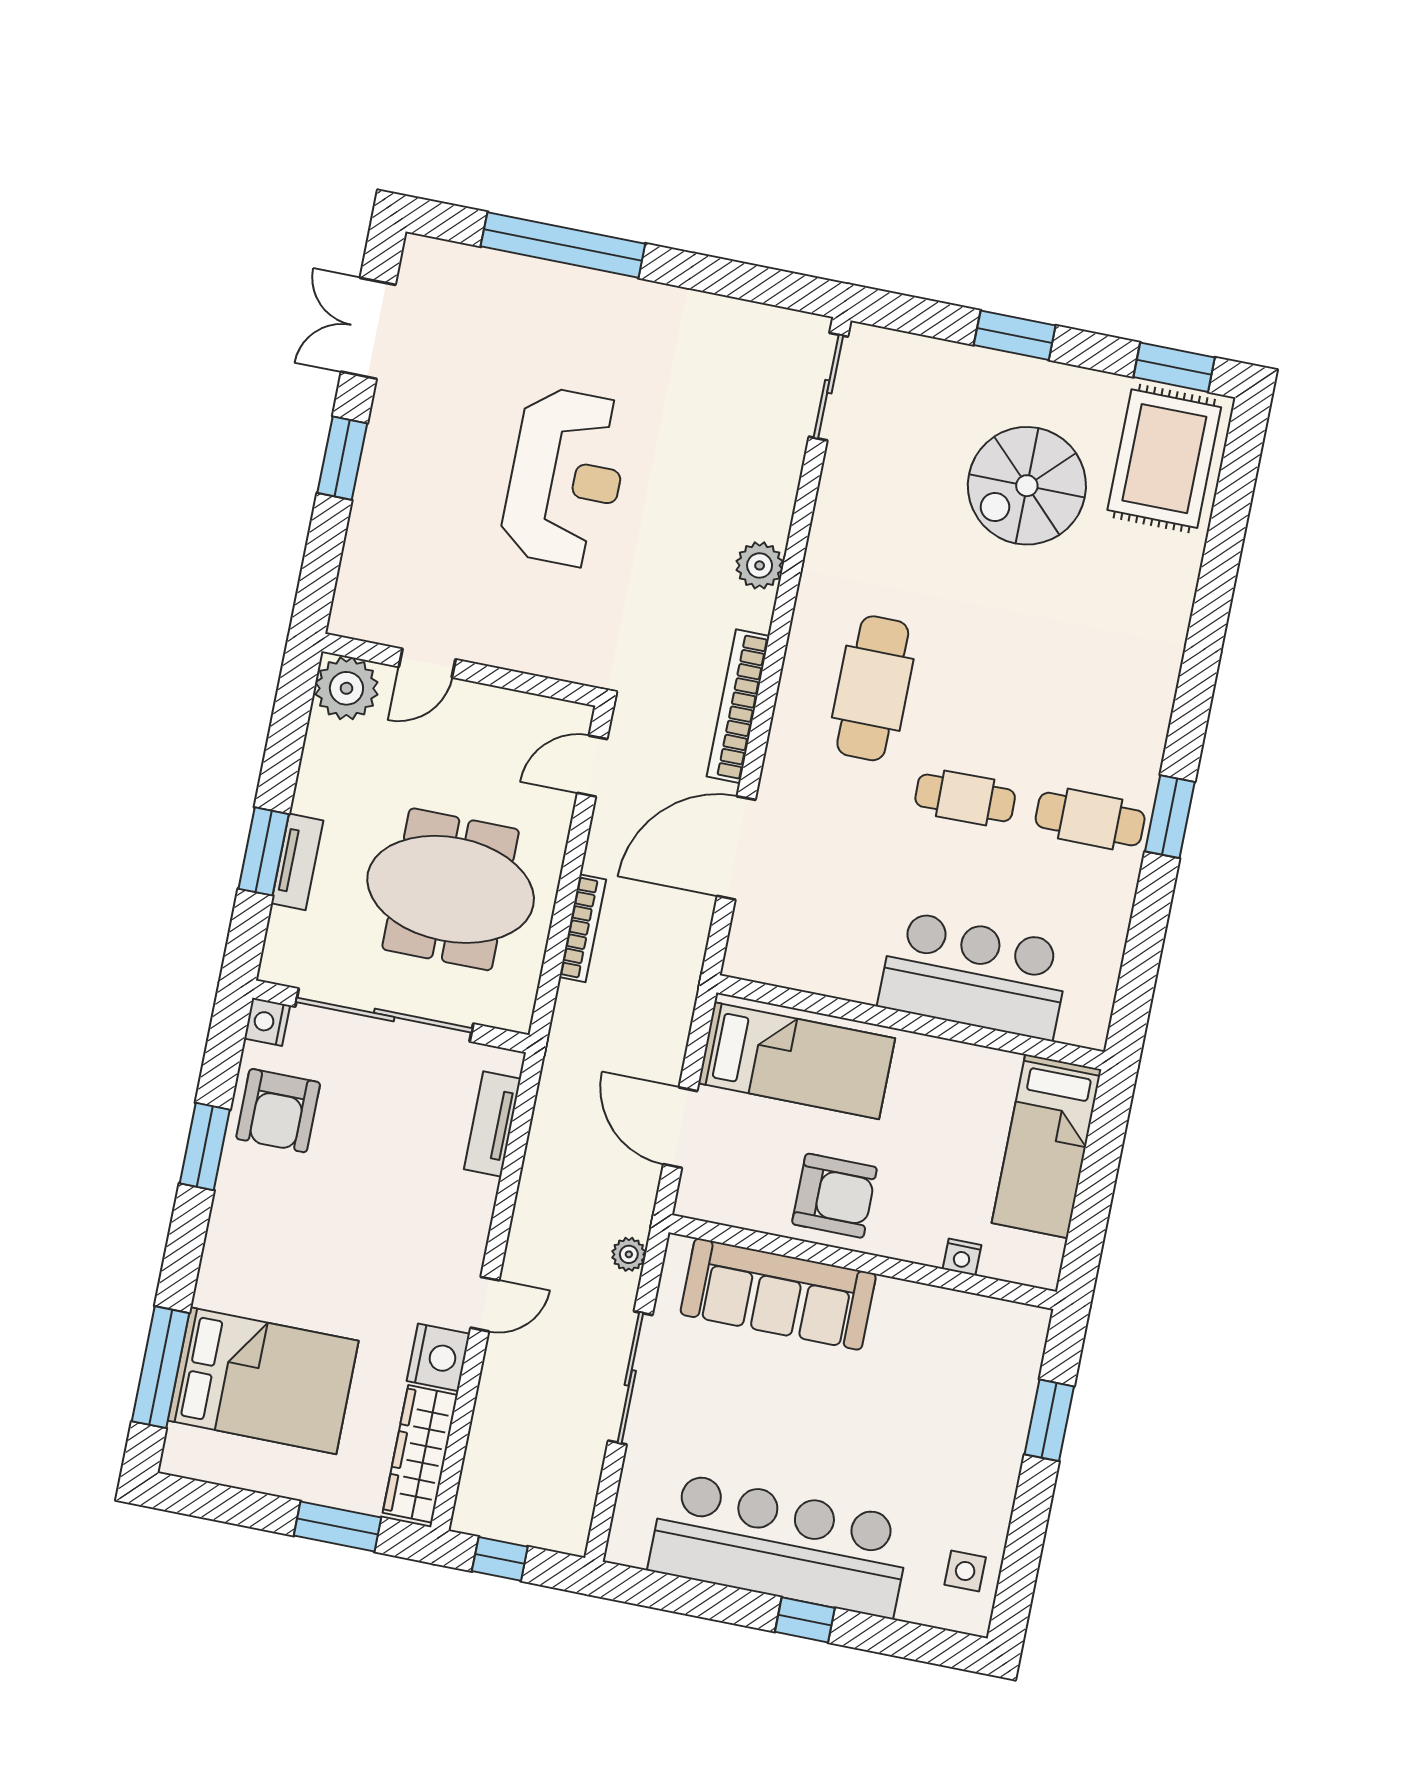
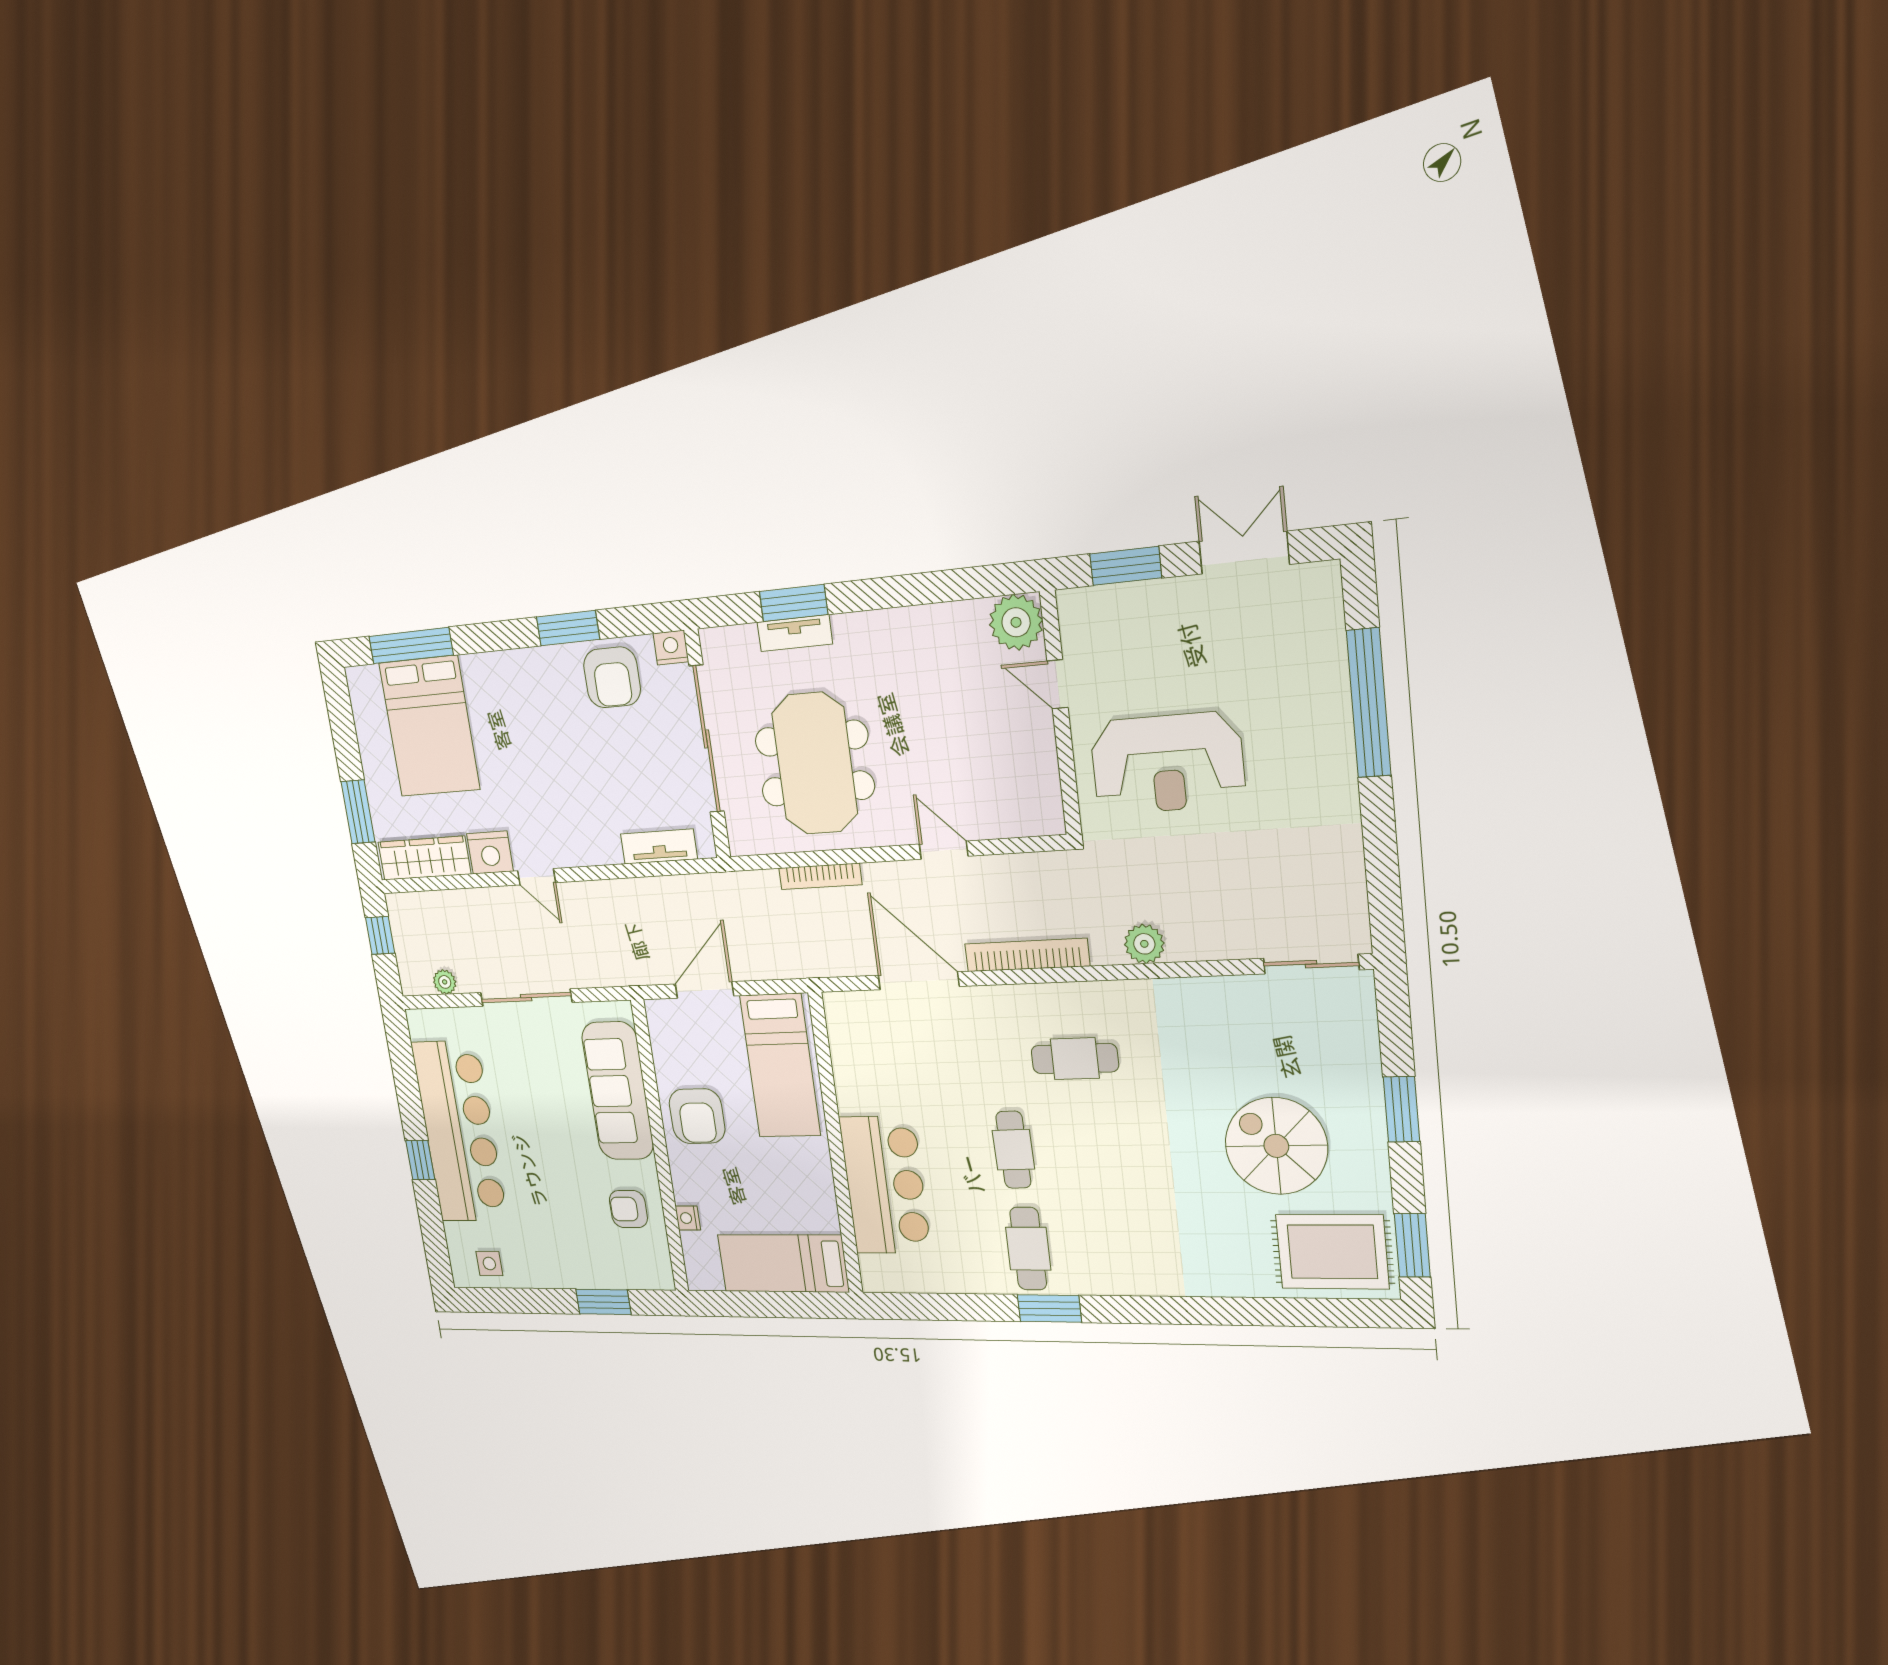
door: (427, 663) -> (1057, 684), moved
wall: (460, 670) -> (1061, 714), moved
plant: (346, 688) -> (1016, 622), moved
cafe table: (873, 688) -> (1075, 1059), width x0.73, depth x0.74
armchair: (278, 1111) -> (612, 677), turned -90
plant: (629, 1254) -> (445, 982), moved
armchair: (933, 1337) -> (628, 1209), added

